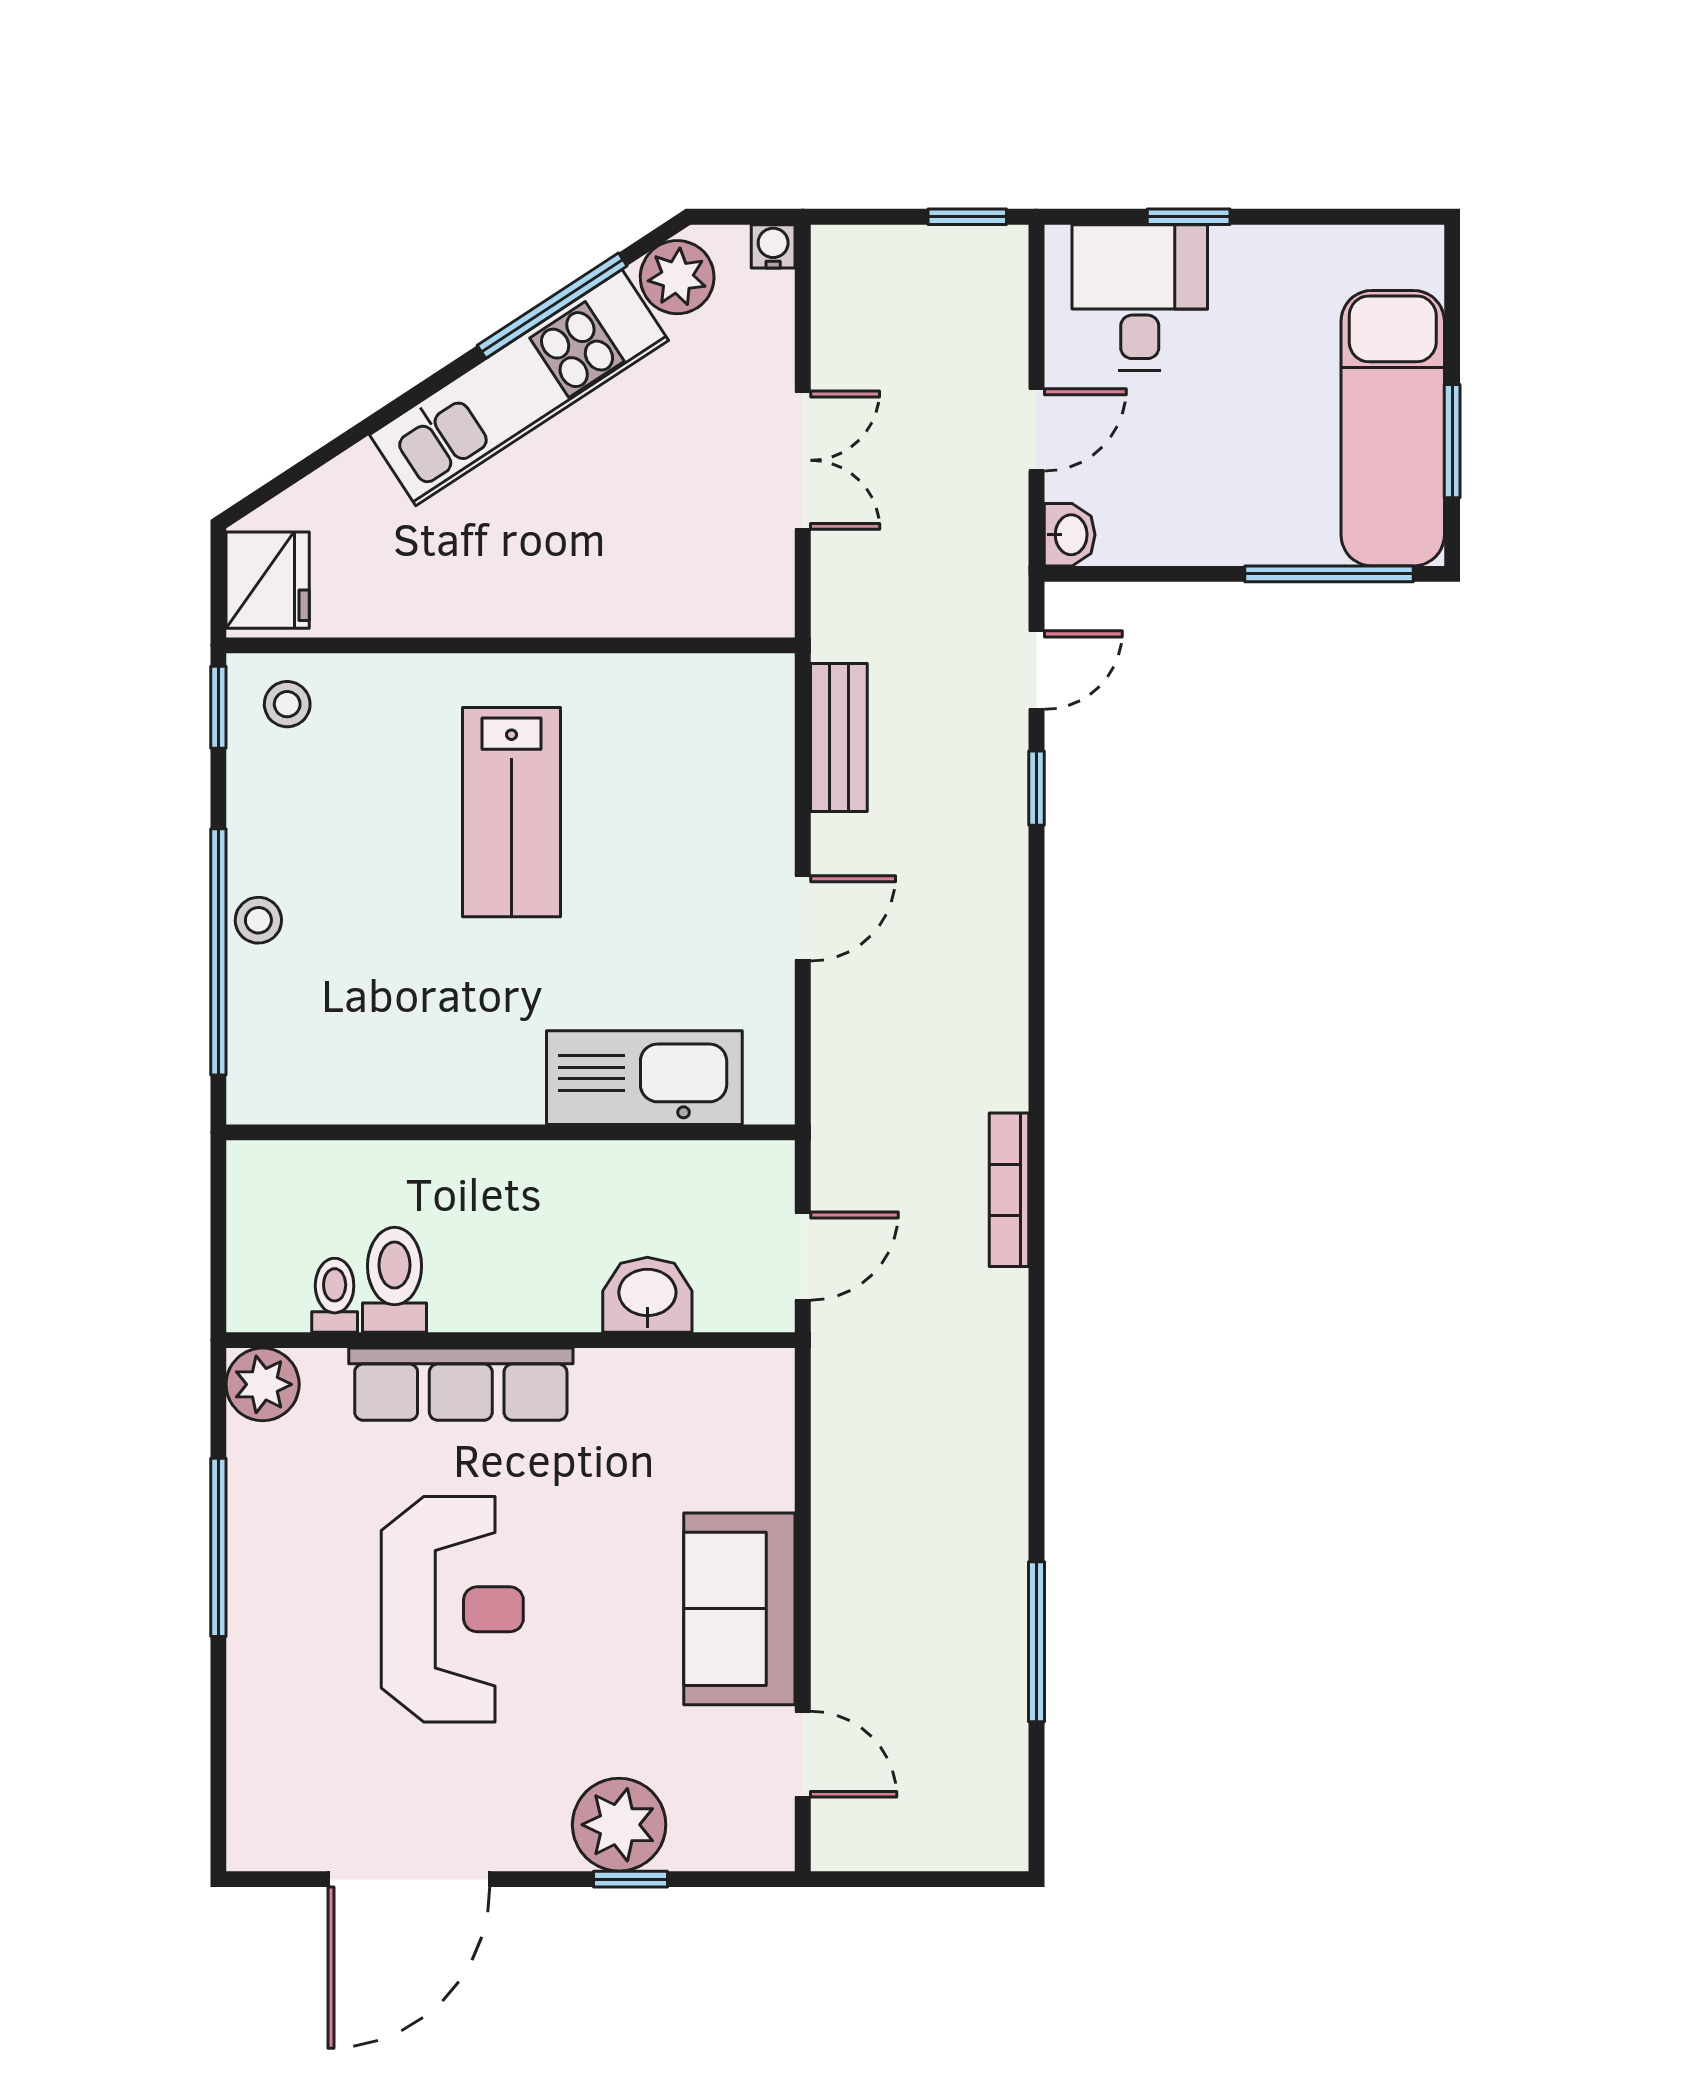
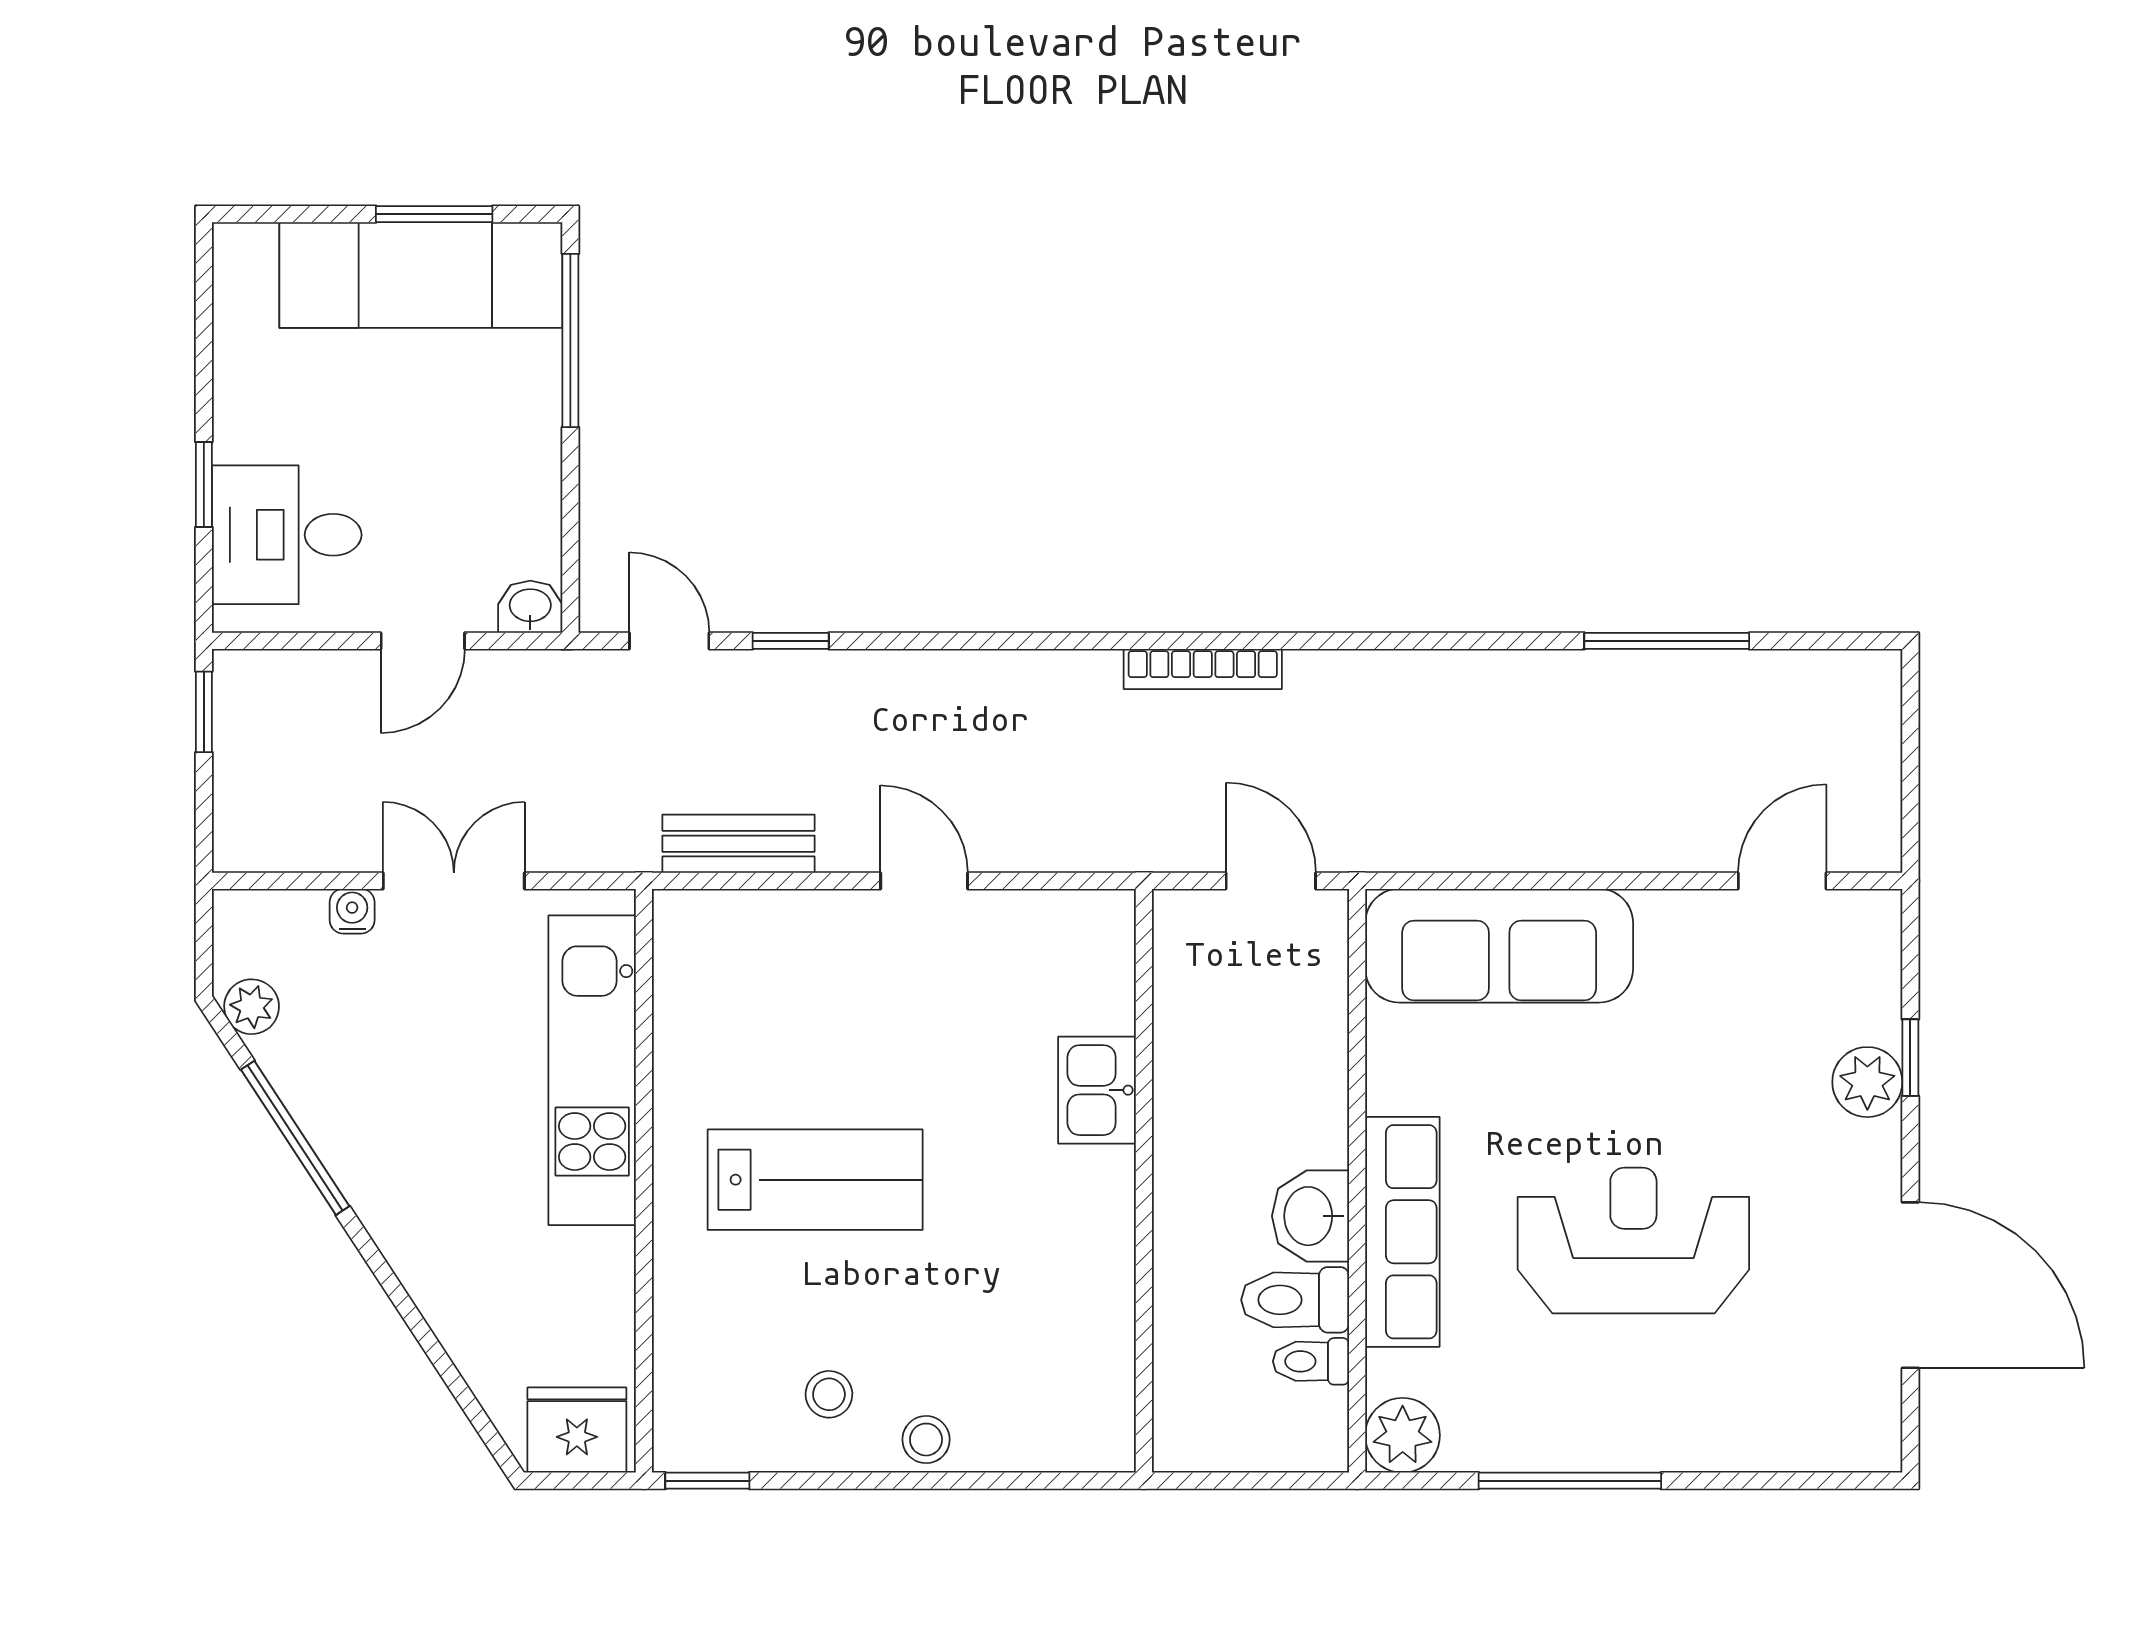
water cooler: (773, 246) -> (352, 911), moved, turned 90
plant: (677, 277) -> (252, 1007), width x0.73, depth x0.73
kitchen unit: (519, 388) -> (592, 1070), moved, turned -147
door: (1036, 430) -> (423, 641), swing flipped
stool: (287, 704) -> (829, 1394), moved
window: (218, 952) -> (959, 1481), removed
kitchen sink: (644, 1078) -> (1097, 1090), width x0.53, depth x0.81
washbasin: (647, 1295) -> (1310, 1216), moved
sofa: (739, 1609) -> (1499, 946), moved, width x1.36
plant: (619, 1825) -> (1867, 1082), width x0.73, depth x0.73

